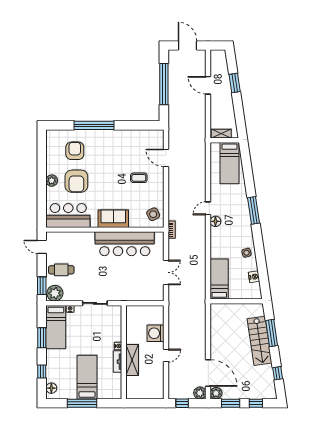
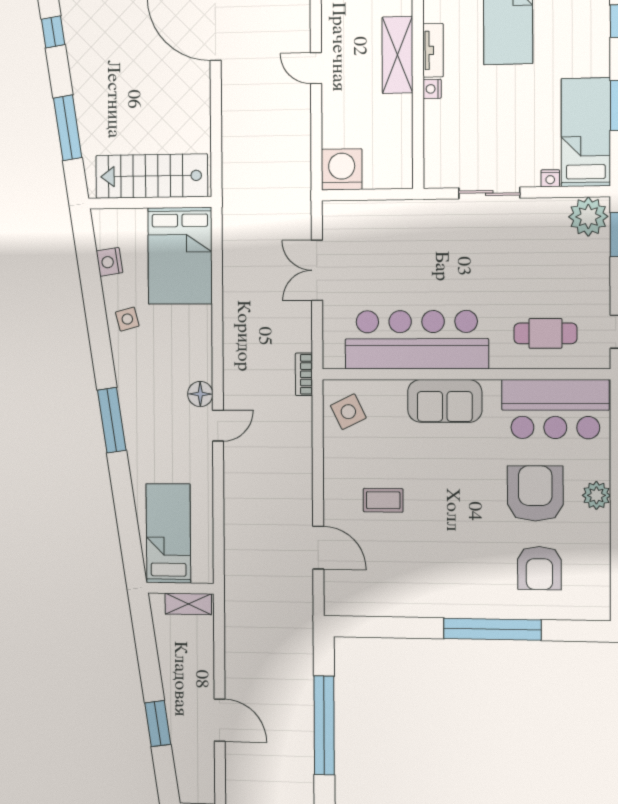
cafe table: (61, 270) -> (545, 333), moved
bed: (219, 279) -> (180, 256), width x1.50
washing machine: (155, 333) -> (342, 169), moved, turned -90
stairs: (259, 341) -> (152, 176), moved, turned -82
door: (166, 356) -> (316, 68), hinge flipped

